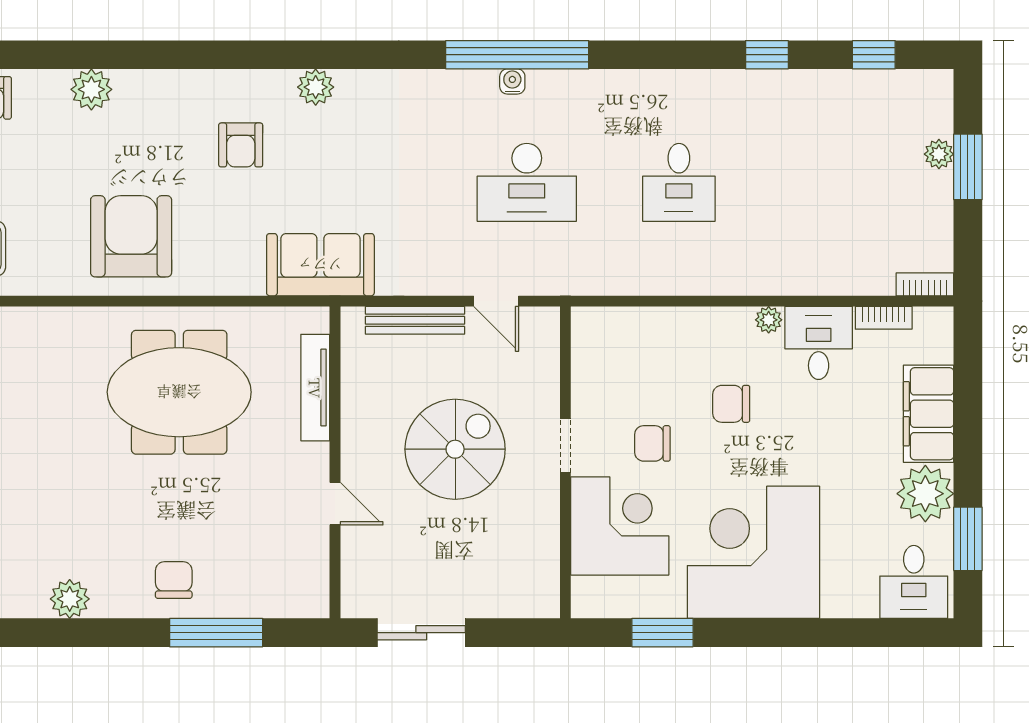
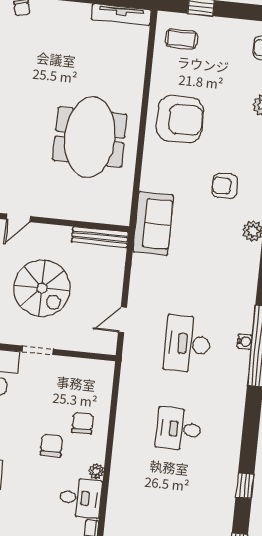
bench: (415, 320) -> (100, 237), moved, turned 90
tv unit: (315, 388) -> (85, 213), removed
chair: (652, 443) -> (83, 423), moved

